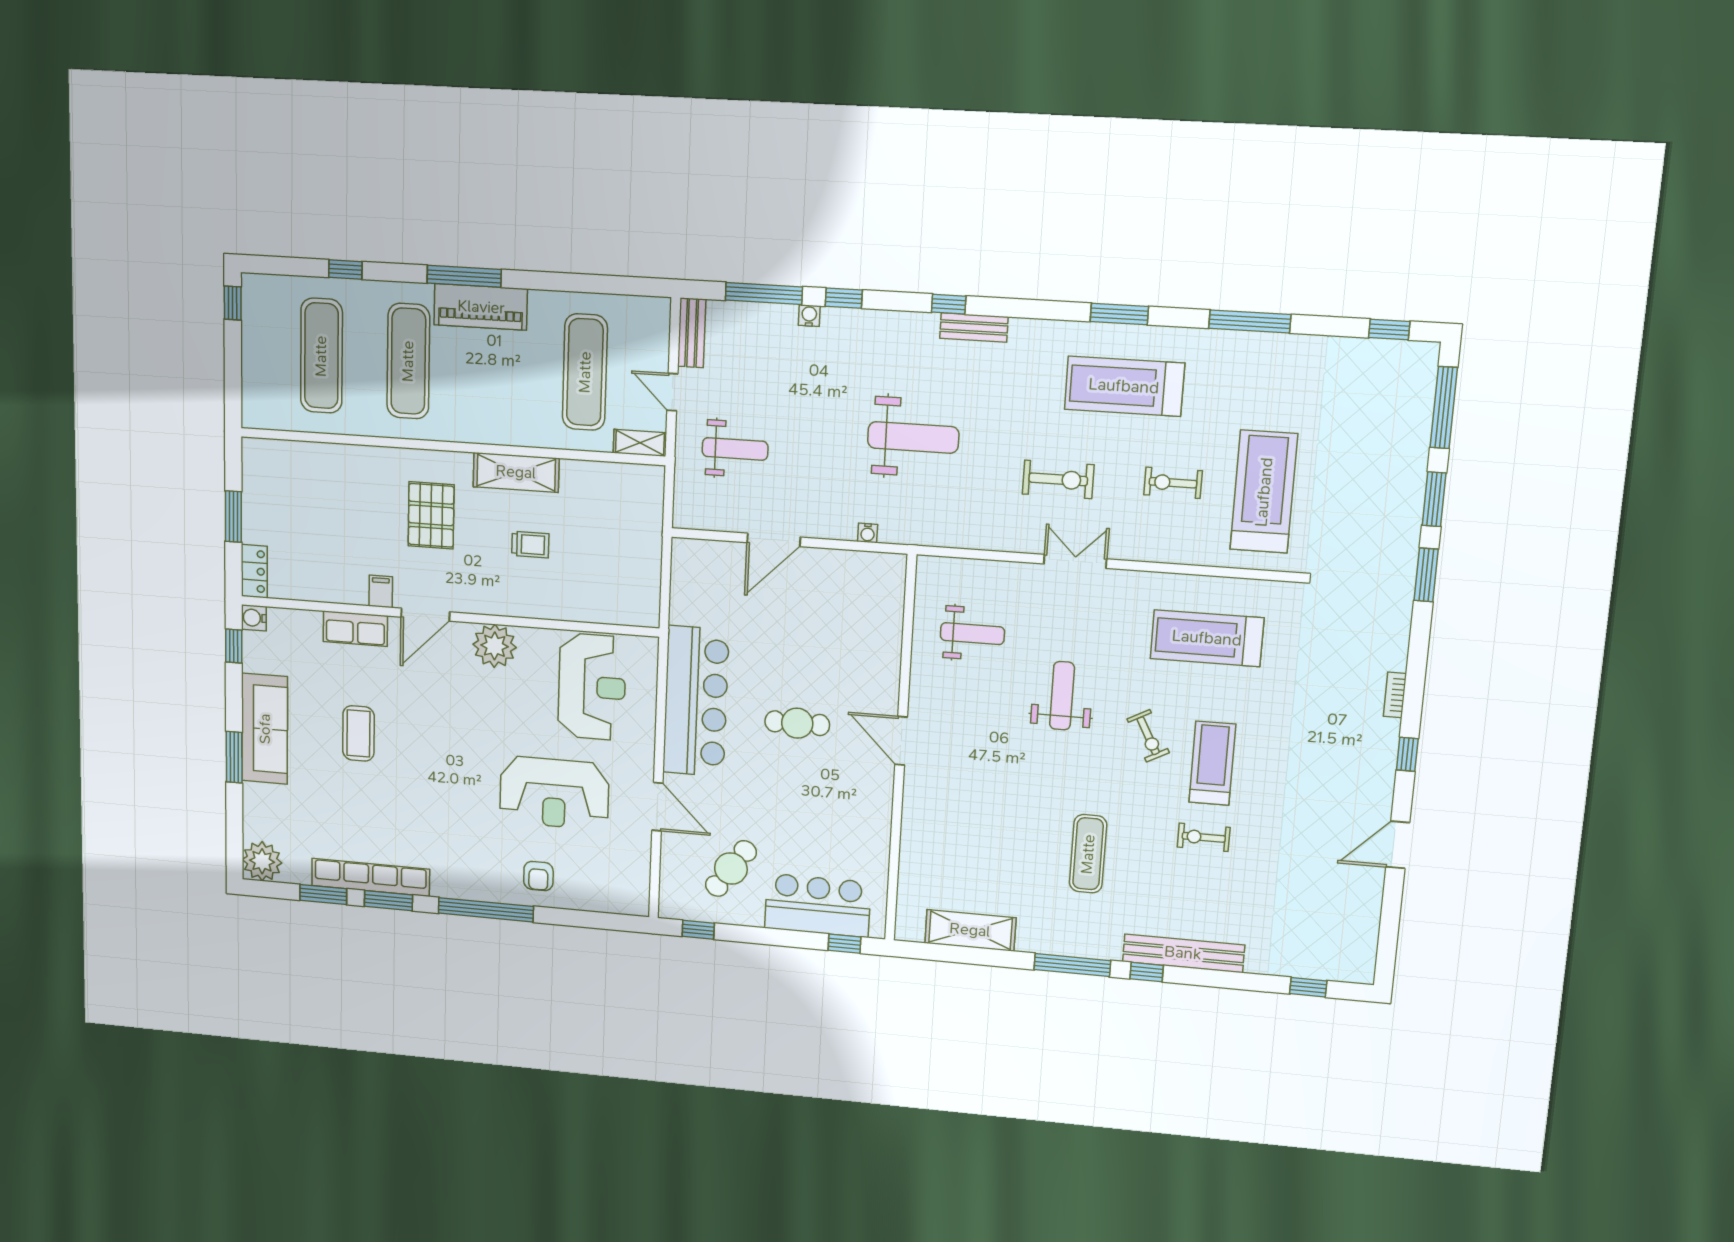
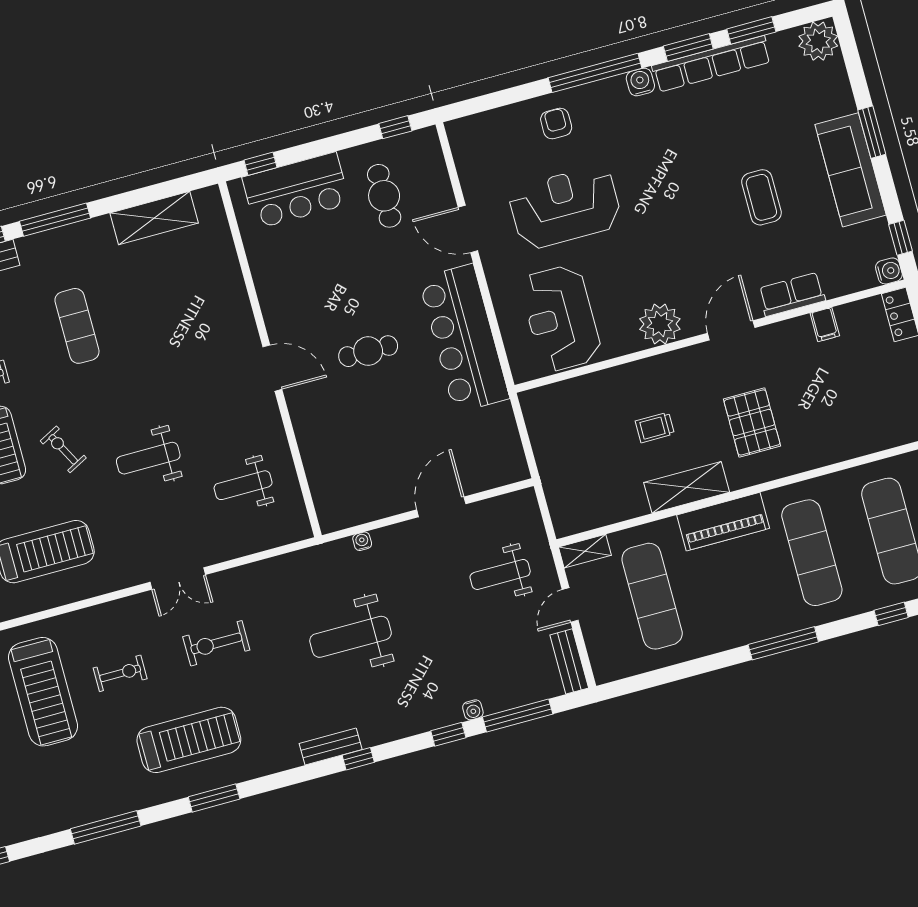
piano: (481, 307) -> (723, 522), moved, turned 180
door: (672, 392) -> (570, 605), swing flipped
filing cabinet: (381, 591) -> (825, 324), moved
weight bench: (1062, 696) -> (148, 458), turned 90
cafe table: (731, 869) -> (384, 196), turned -35
water cooler: (444, 885) -> (640, 82), added

